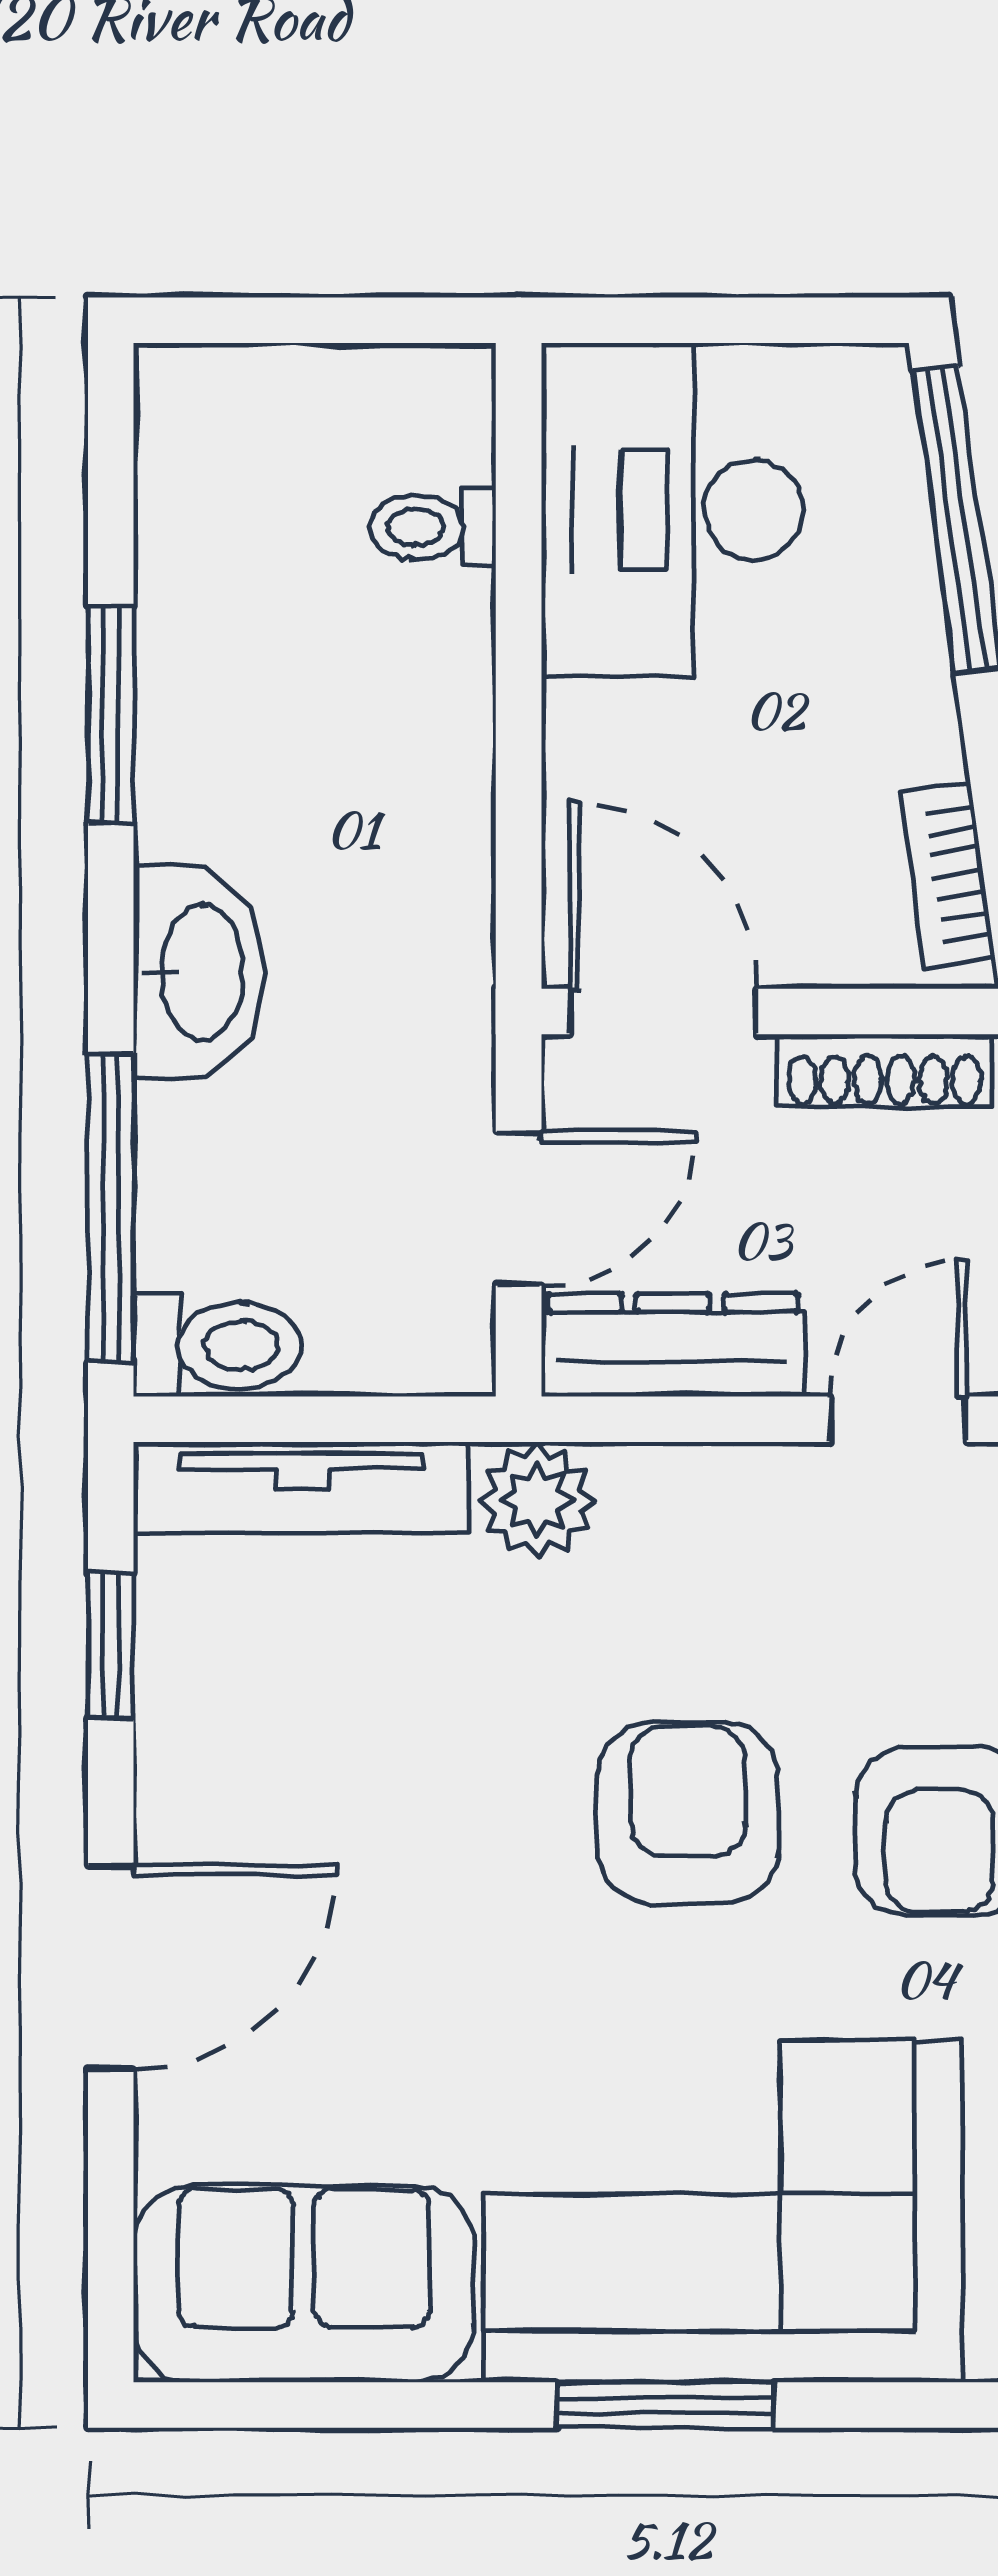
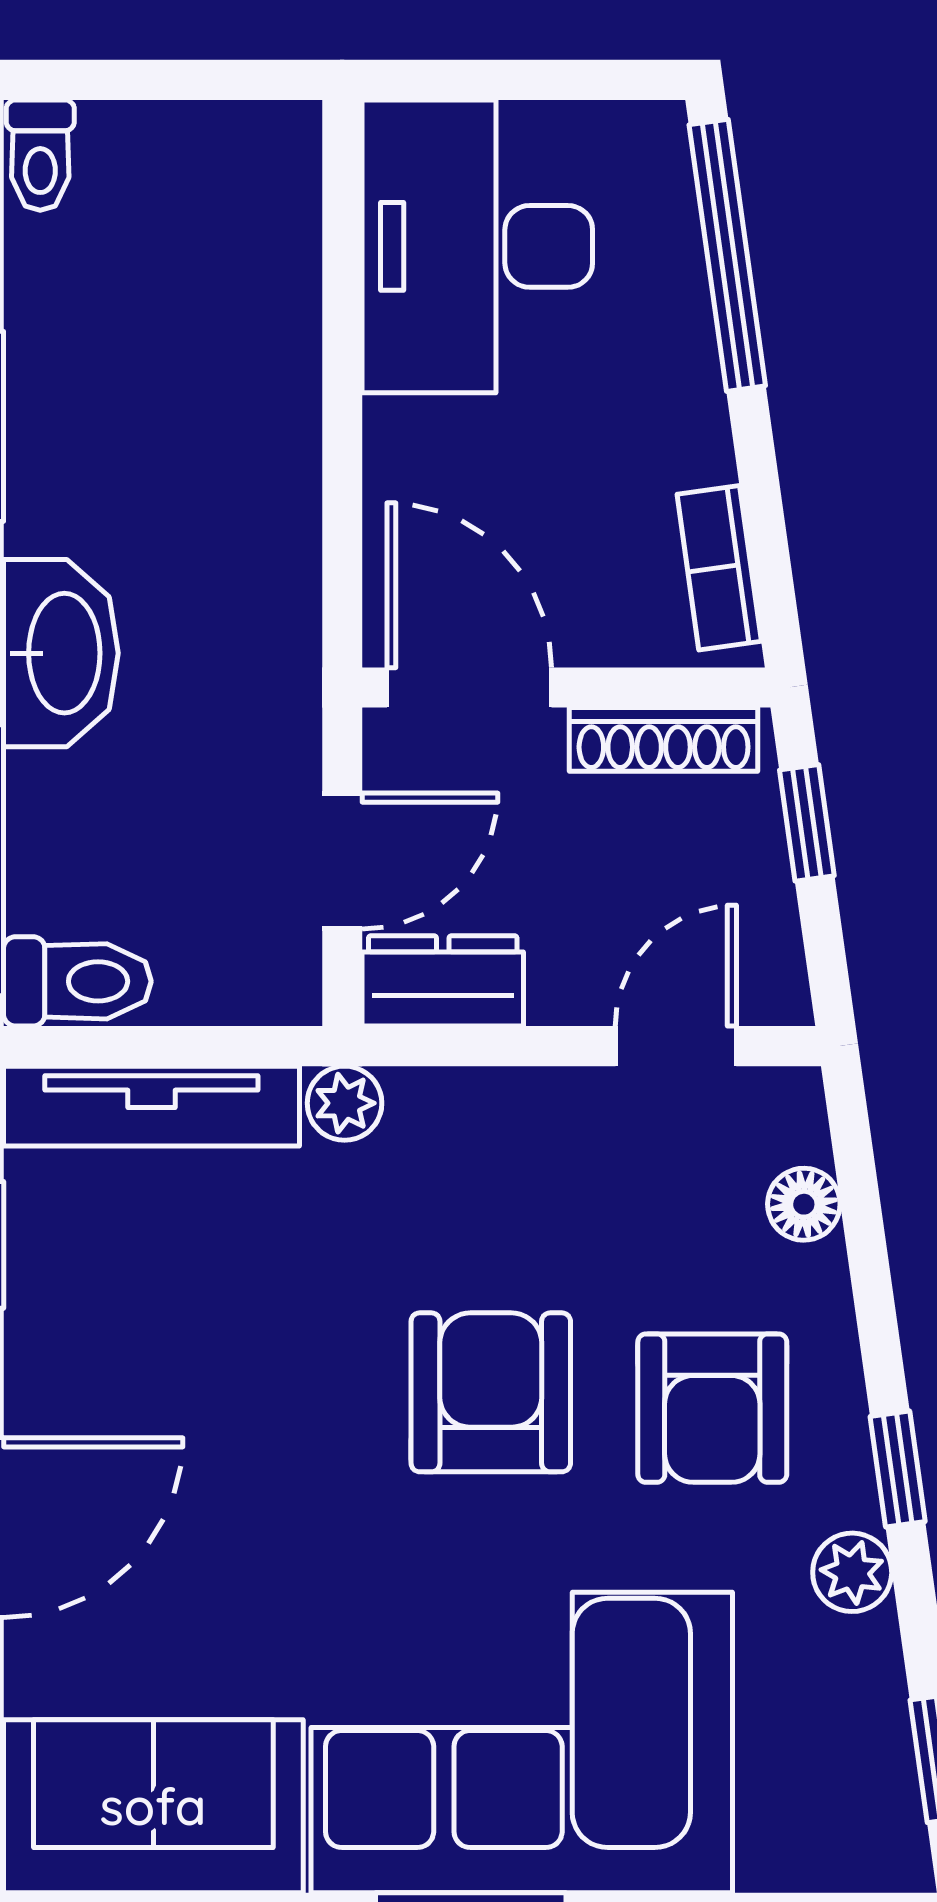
toilet: (433, 527) -> (40, 155), moved, turned -90
dresser: (673, 1345) -> (443, 981), width x0.70
plant: (537, 1500) -> (345, 1103), width x0.73, depth x0.73

